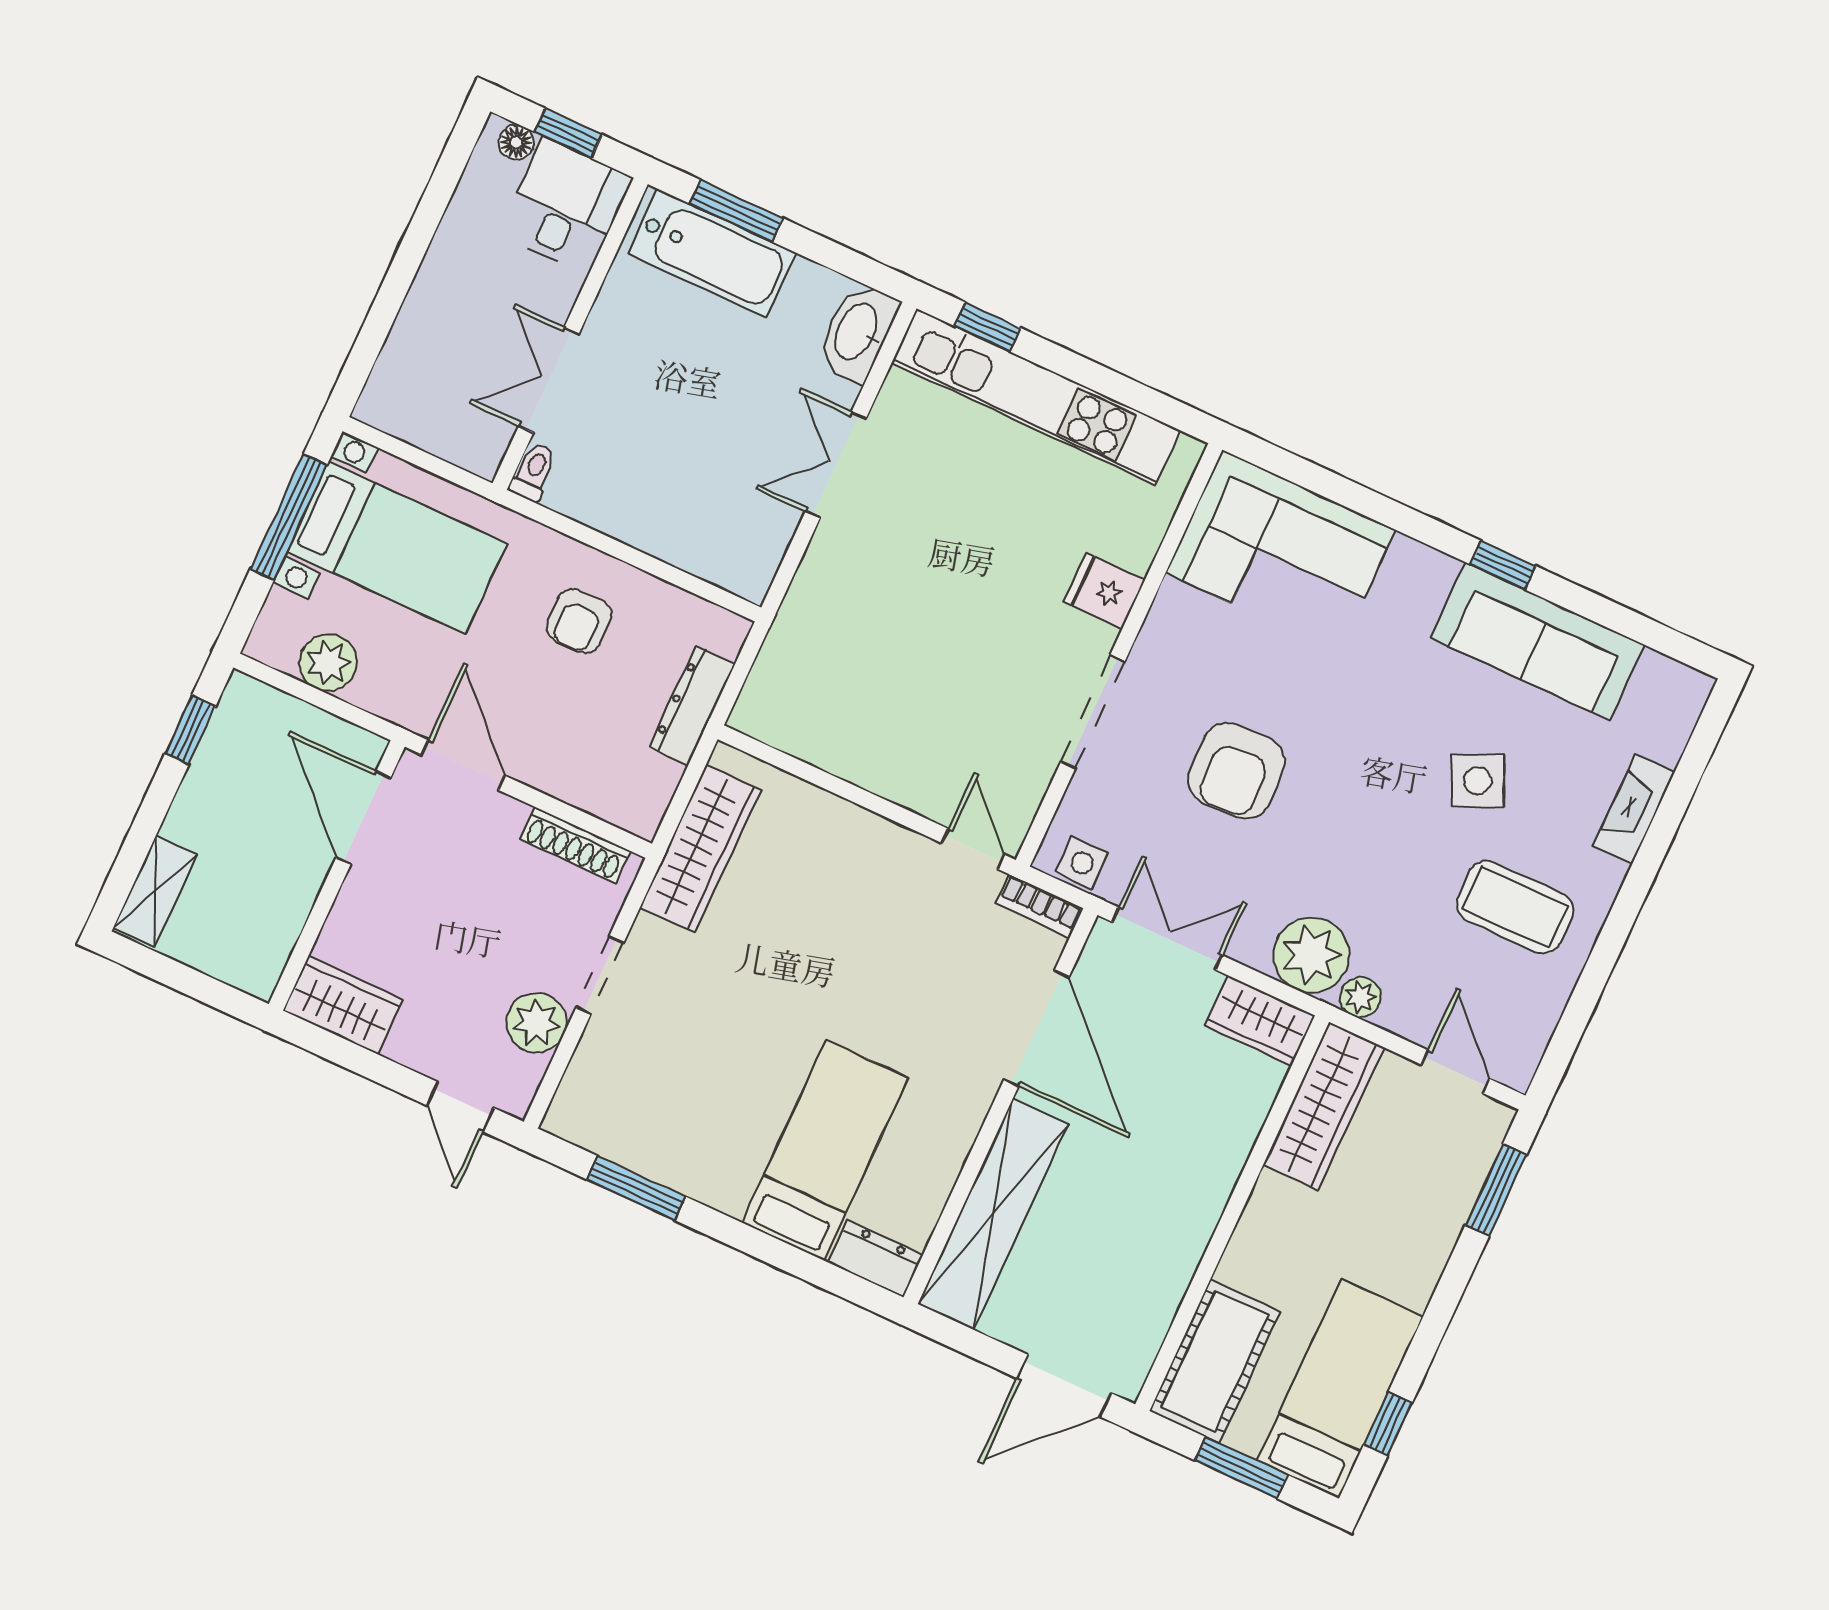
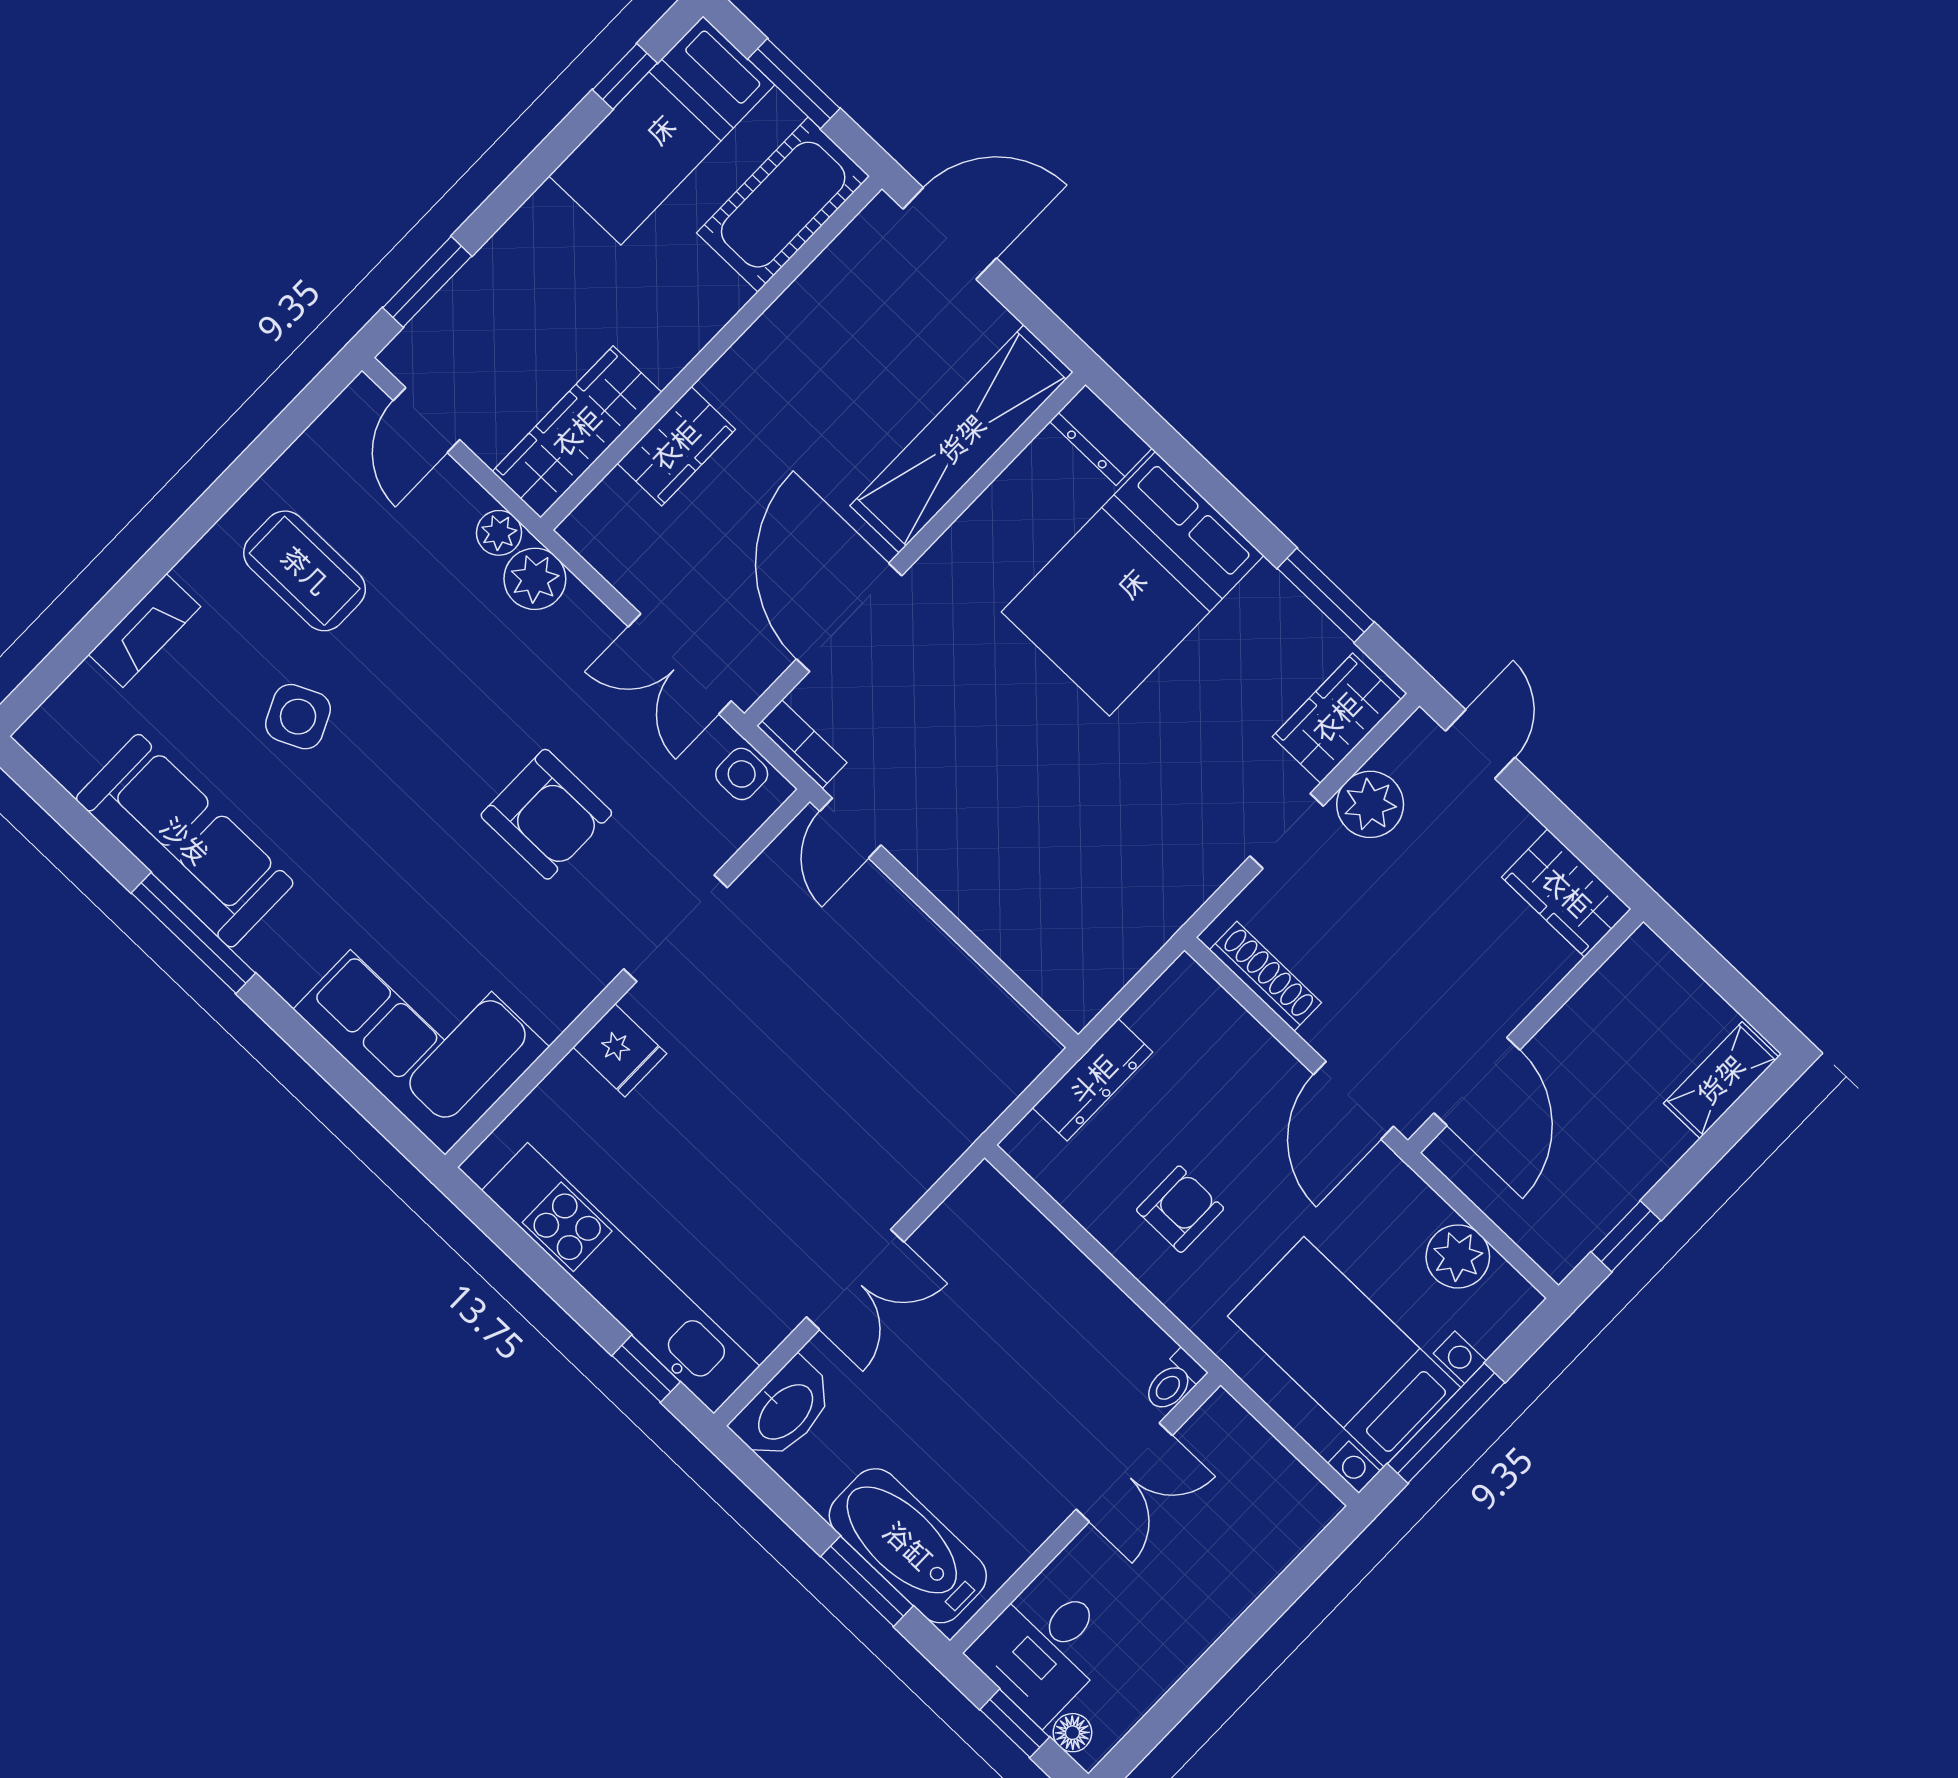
window: (1503, 565) -> (193, 933), width x2.17
armchair: (1237, 771) -> (546, 814), turned 93
wardrobe: (700, 849) -> (1337, 718), moved, width x0.67
plant: (1311, 955) -> (535, 579), width x0.73, depth x0.73
wardrobe: (1260, 1021) -> (676, 446), moved, turned 90
bed: (825, 1150) -> (1133, 584), width x1.50

